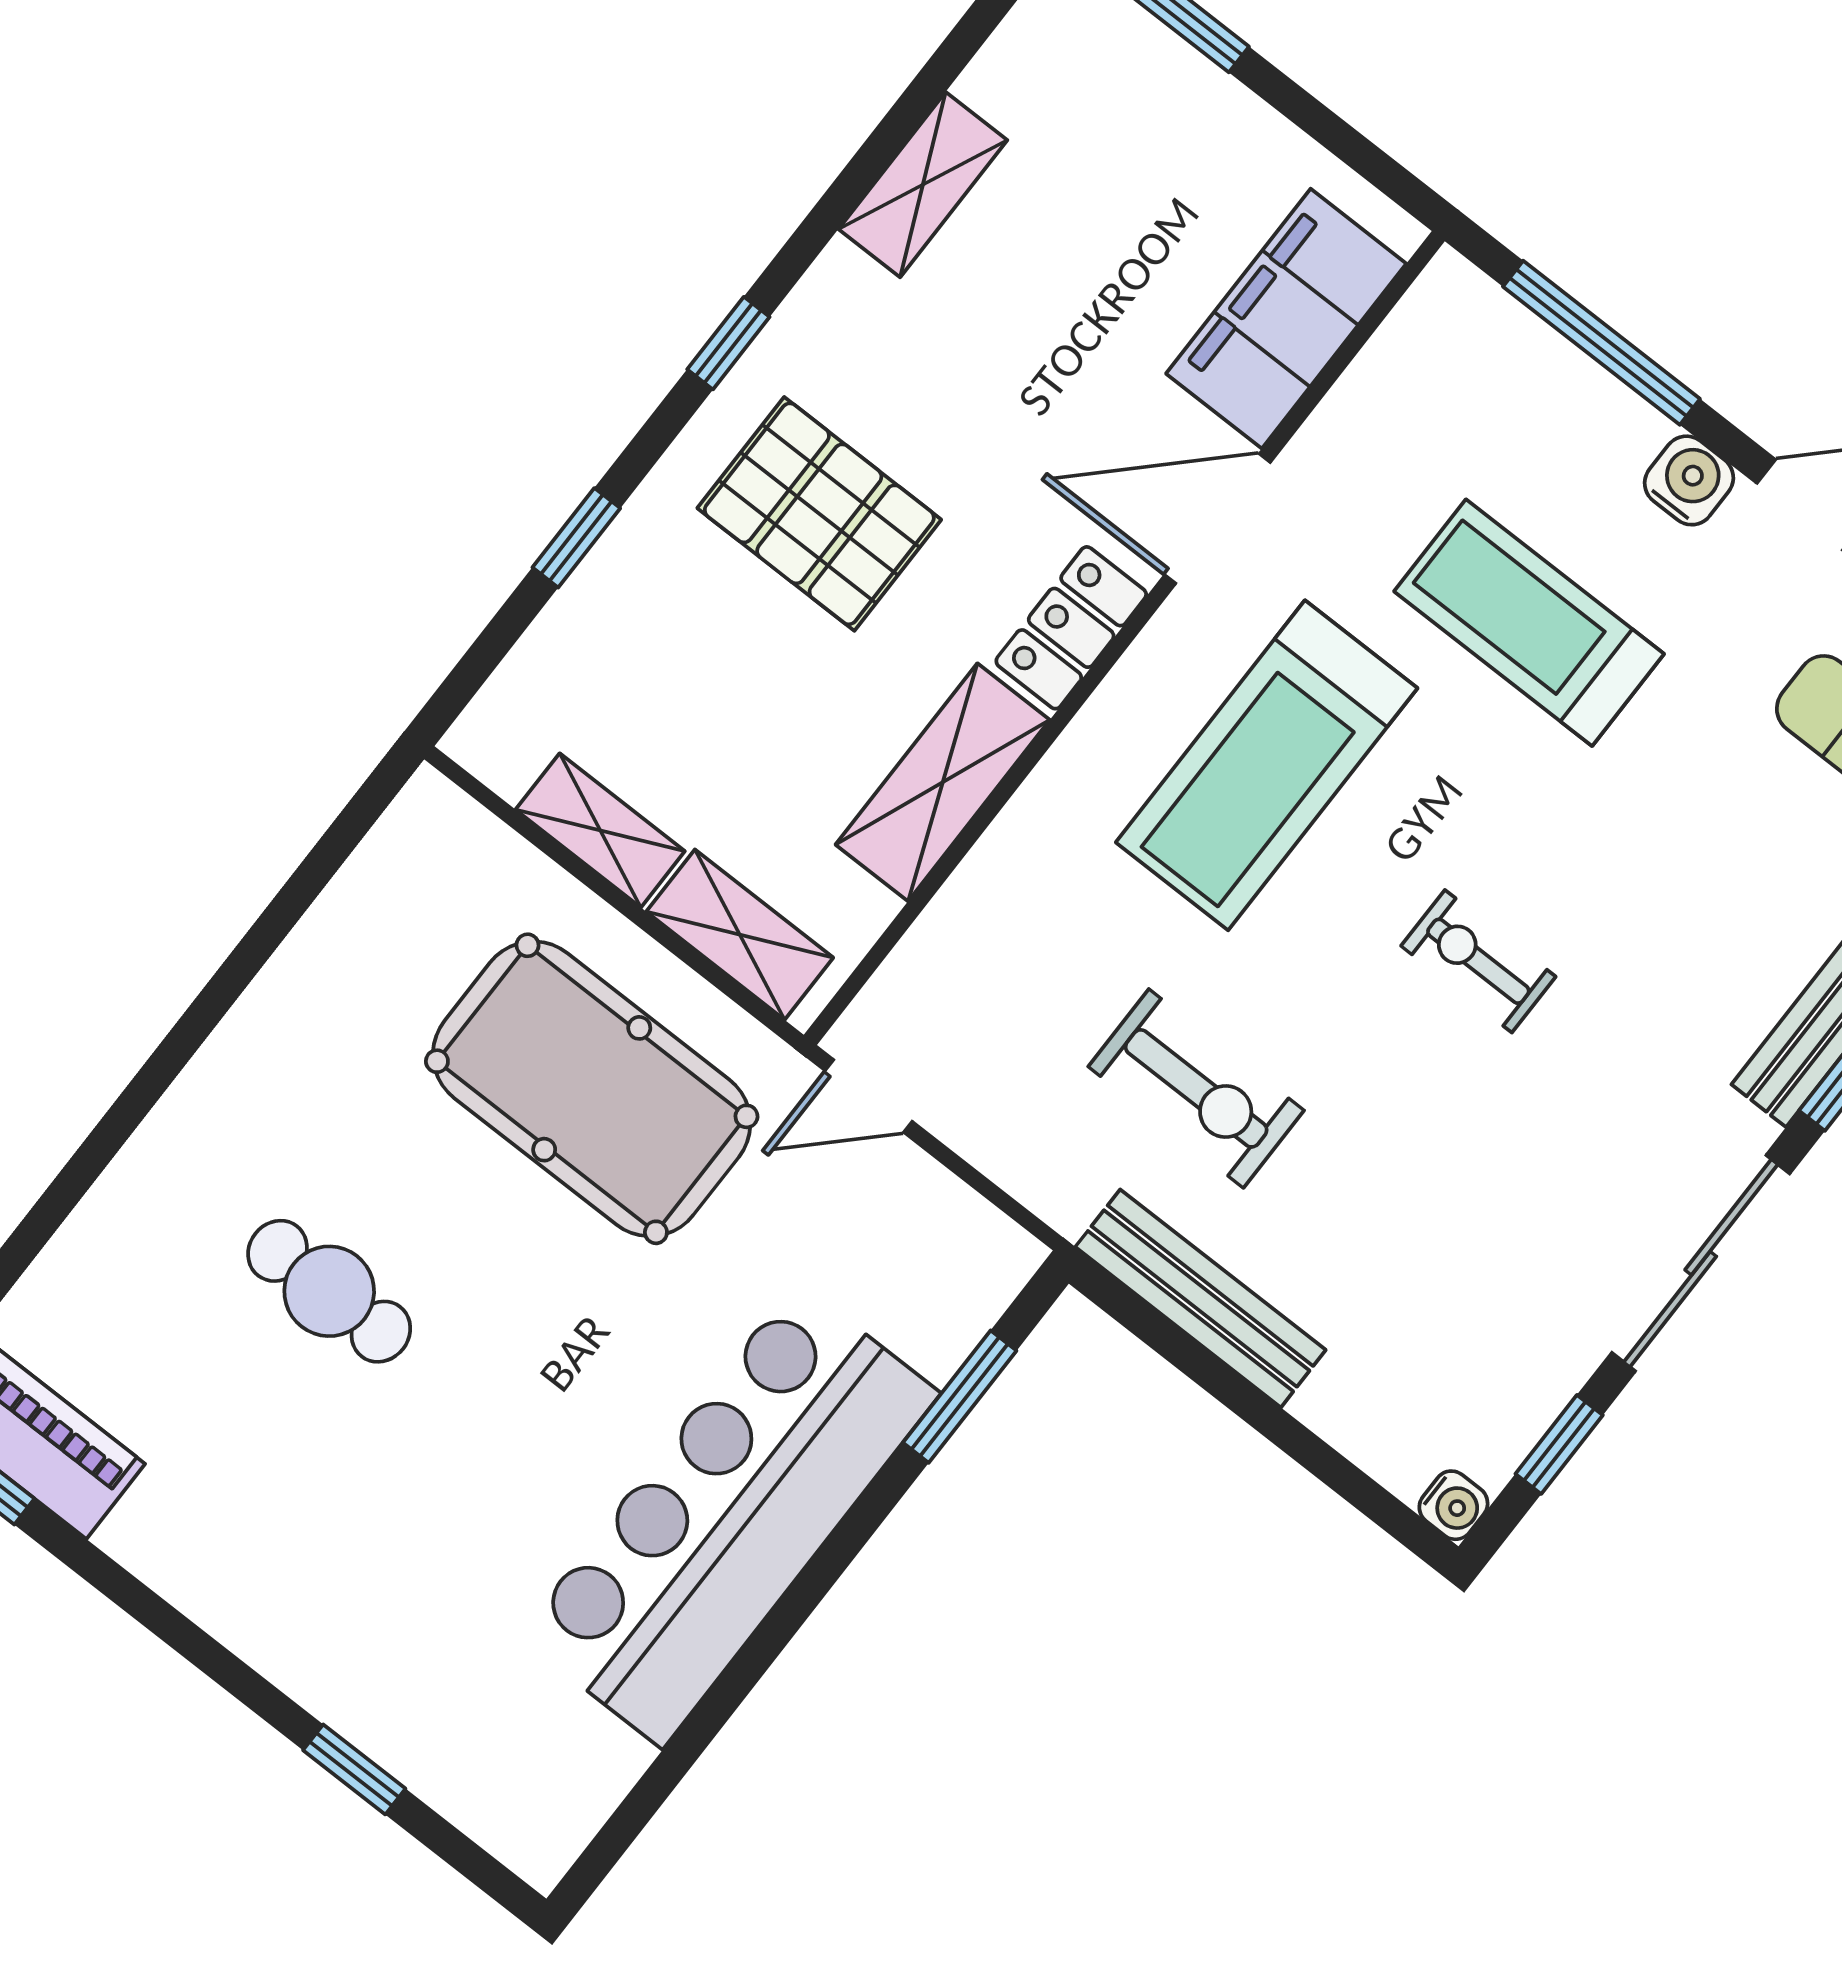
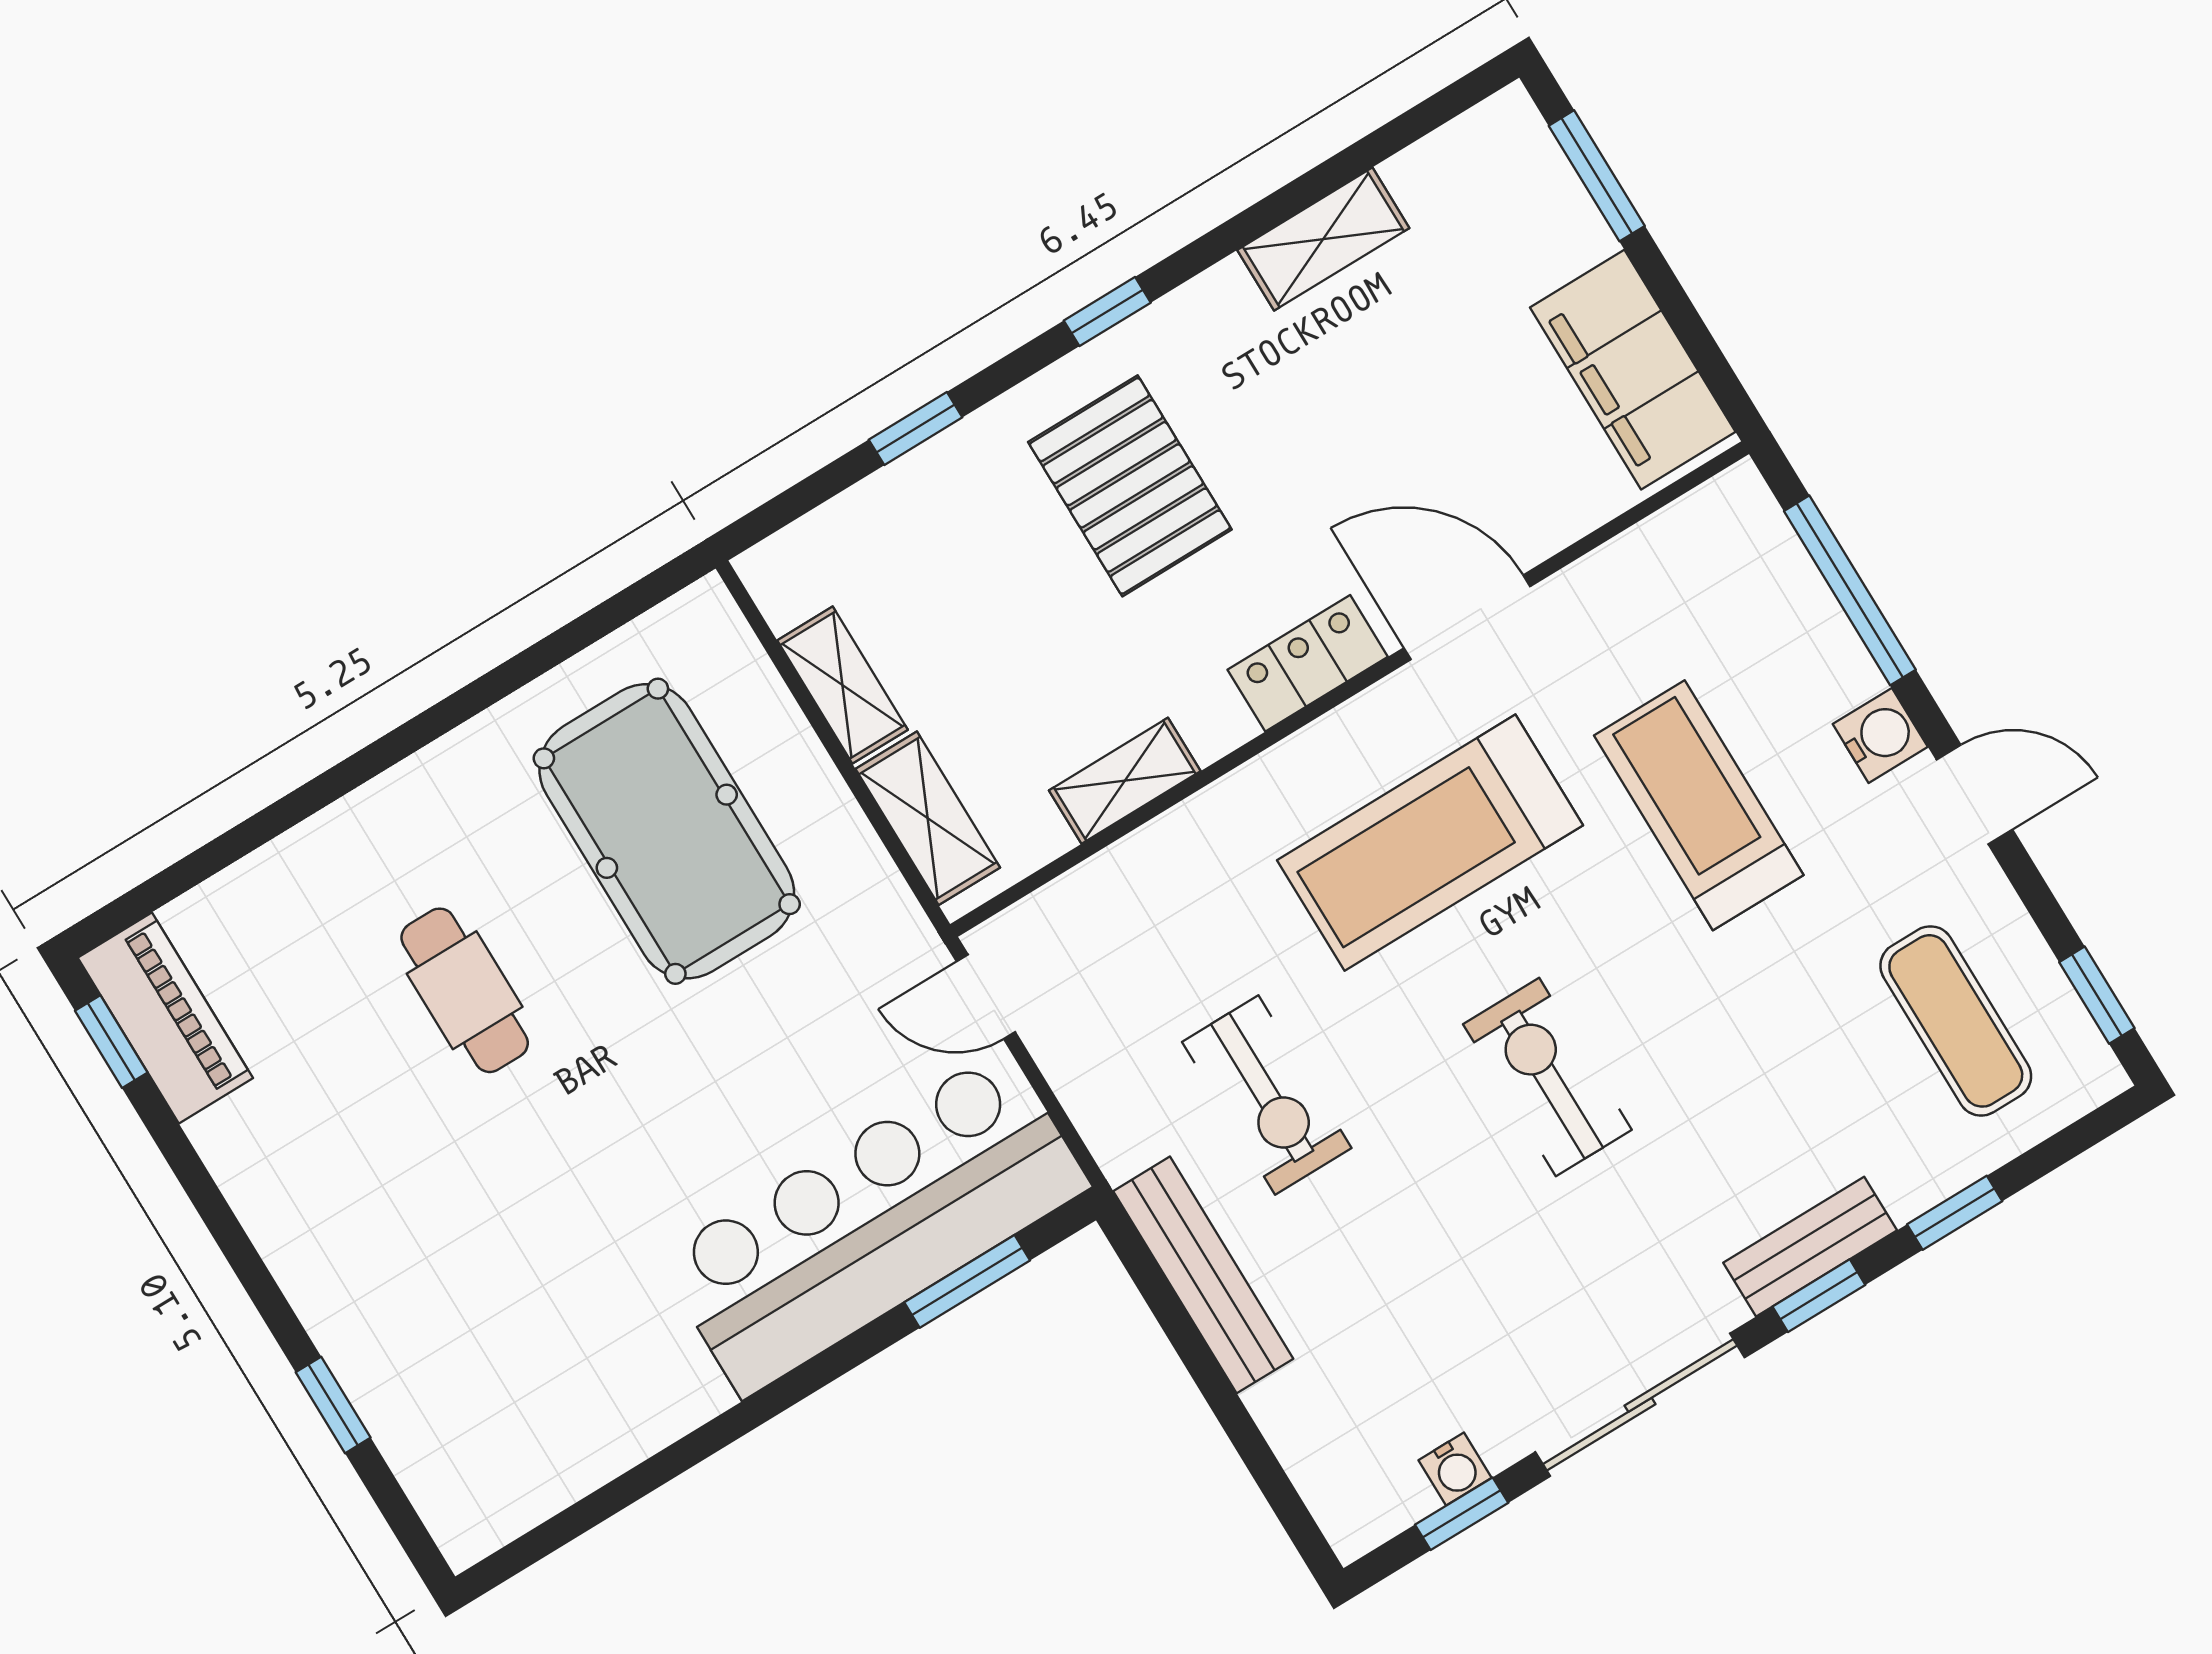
filing cabinet: (1286, 319) -> (1633, 370), moved, turned -90
shelving: (943, 782) -> (1125, 781), width x0.67, depth x0.75
exercise bike: (1478, 961) -> (1547, 1077), width x1.38, depth x1.39
pool table: (592, 1089) -> (667, 831), moved
water cooler: (1453, 1505) -> (1455, 1469), moved
bar counter: (729, 1515) -> (874, 1223), moved

